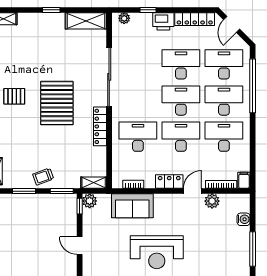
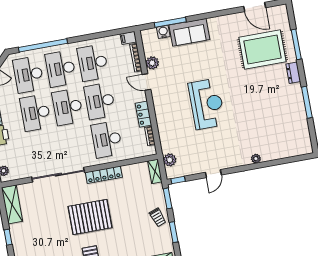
locker: (169, 182) -> (143, 114), moved
plant: (90, 201) -> (170, 160), moved
sofa: (132, 206) -> (189, 32), moved, turned 90
window: (253, 249) -> (170, 22), moved

